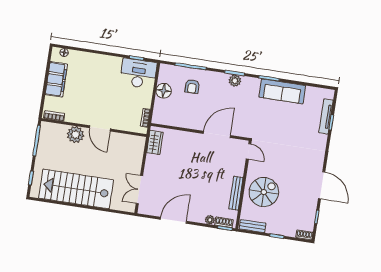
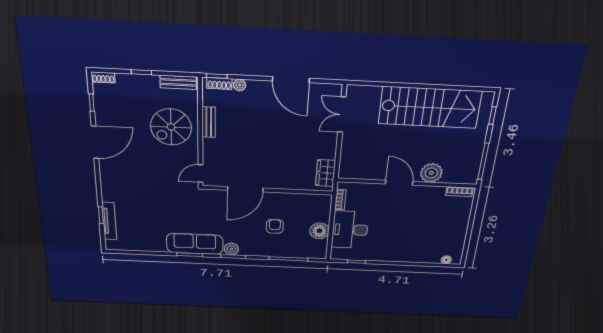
desk: (138, 73) -> (350, 230), moved, turned 90
filing cabinet: (56, 79) -> (456, 231), removed
armchair: (192, 87) -> (275, 226), moved
sofa: (282, 91) -> (195, 244), moved
door: (249, 151) -> (201, 174), hinge flipped
door: (322, 185) -> (95, 142), swing flipped
double door: (139, 190) -> (342, 115), swing flipped
bench: (236, 193) -> (209, 122), width x0.73
door: (173, 220) -> (291, 80), hinge flipped

